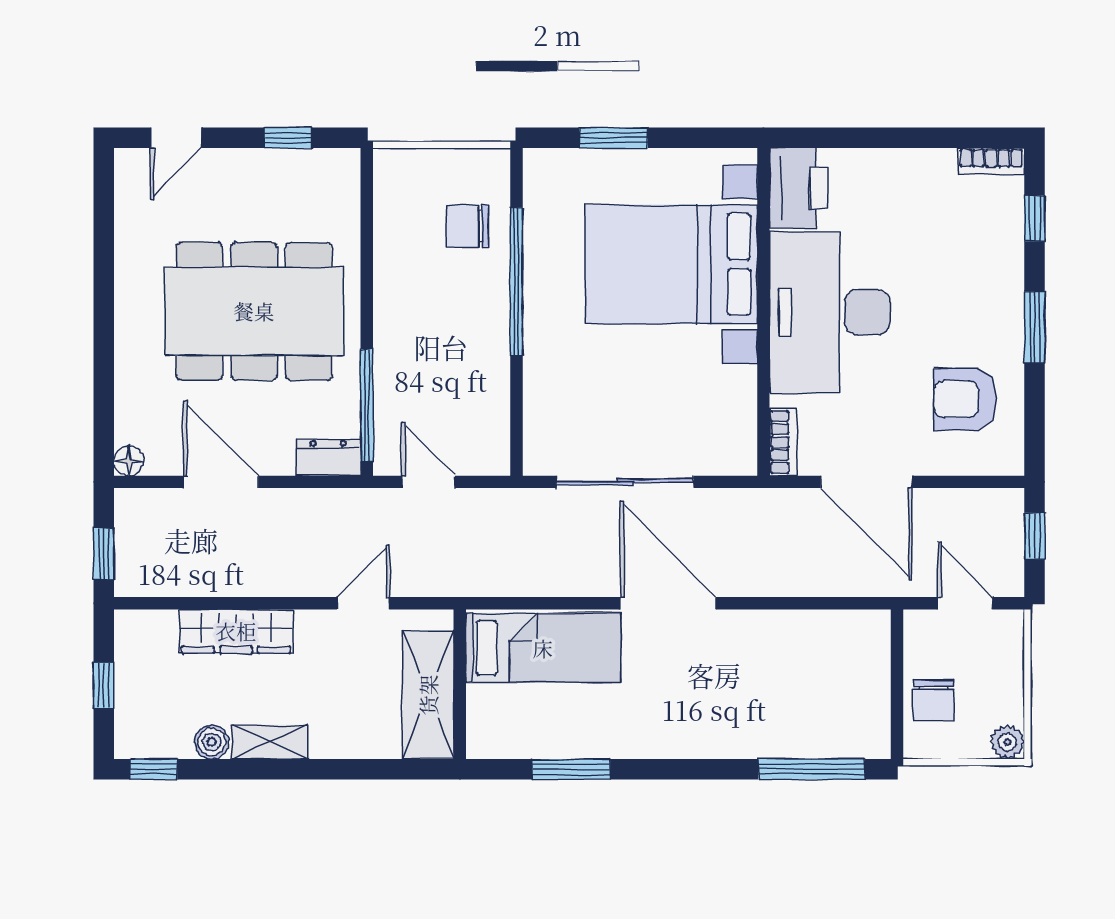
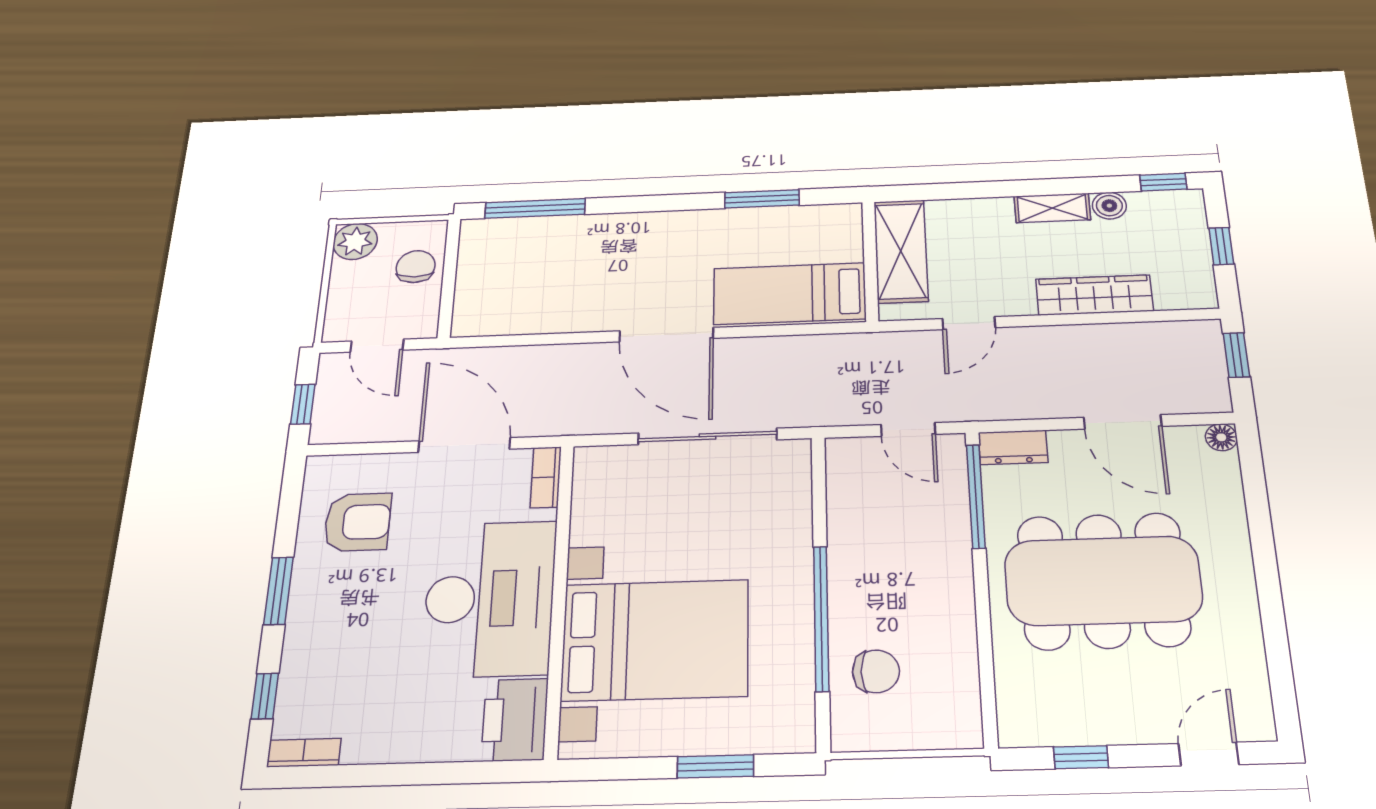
plant: (1007, 742) -> (355, 241), width x1.38, depth x1.38

